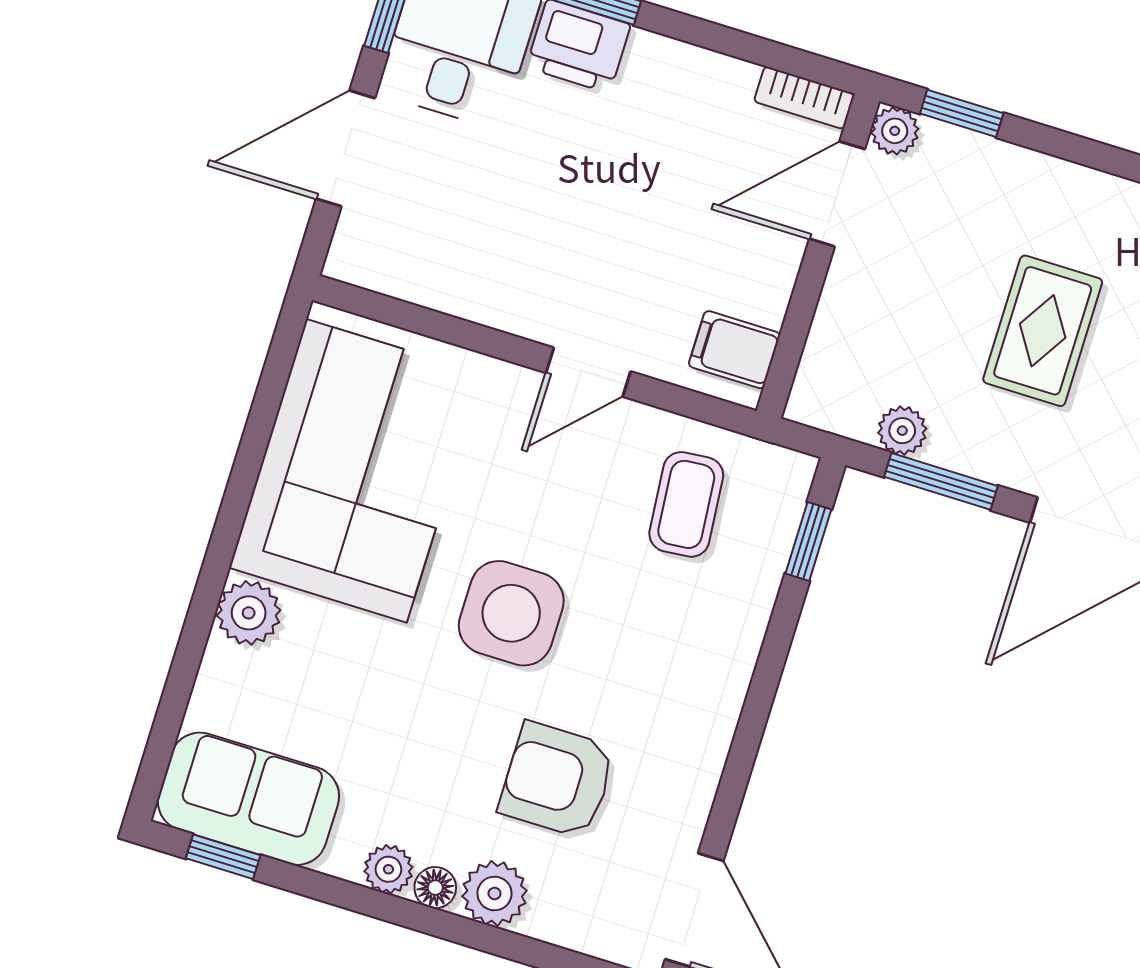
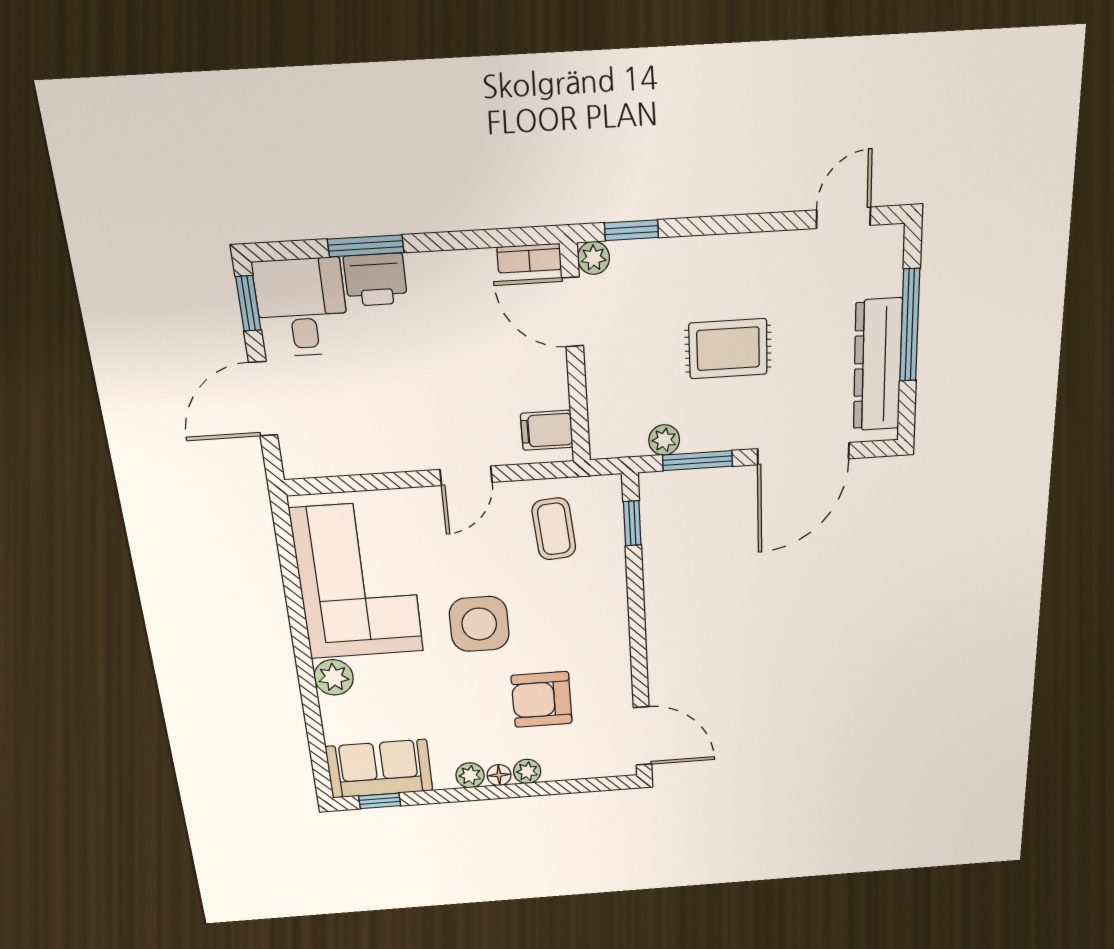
door: (837, 194) -> (573, 312), hinge flipped
rug: (1043, 331) -> (728, 349), turned 90
plant: (495, 893) -> (527, 771), width x0.73, depth x0.73

